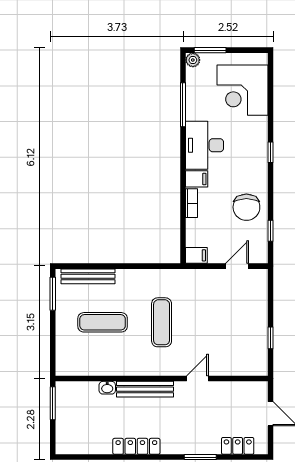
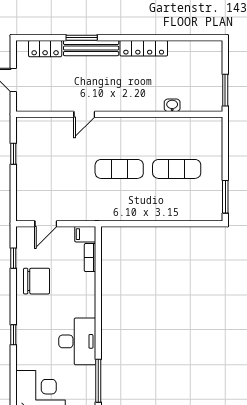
filing cabinet: (197, 179) -> (85, 309), removed
bookcase: (191, 203) -> (90, 258), moved
chair: (246, 207) -> (37, 281), turned 90
bench: (88, 276) -> (191, 214), removed
exercise mat: (162, 322) -> (119, 169), turned 90
bench: (145, 389) -> (91, 48), moved

